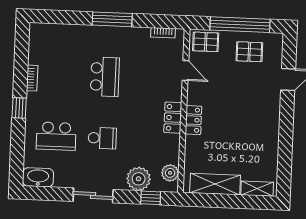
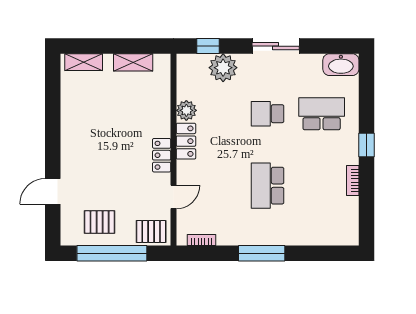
door: (185, 71) -> (173, 197), swing flipped
locker: (193, 120) -> (162, 155), moved
plant: (170, 173) -> (186, 110), moved
shelving: (215, 184) -> (133, 62), width x0.67, depth x0.75

